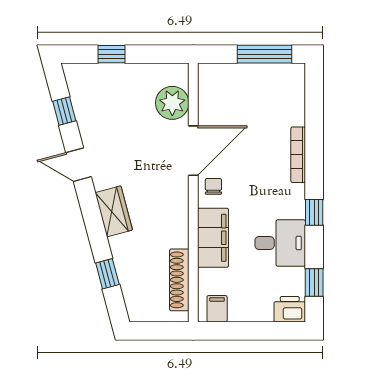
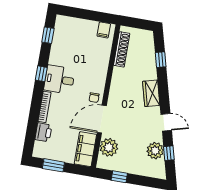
window: (111, 54) -> (119, 177), moved
window: (265, 54) -> (53, 165), width x0.69
plant: (89, 111) -> (155, 151), added
filing cabinet: (213, 238) -> (85, 149), moved
desk: (280, 243) -> (59, 80), moved
printer: (290, 309) -> (43, 132), moved, turned -90

